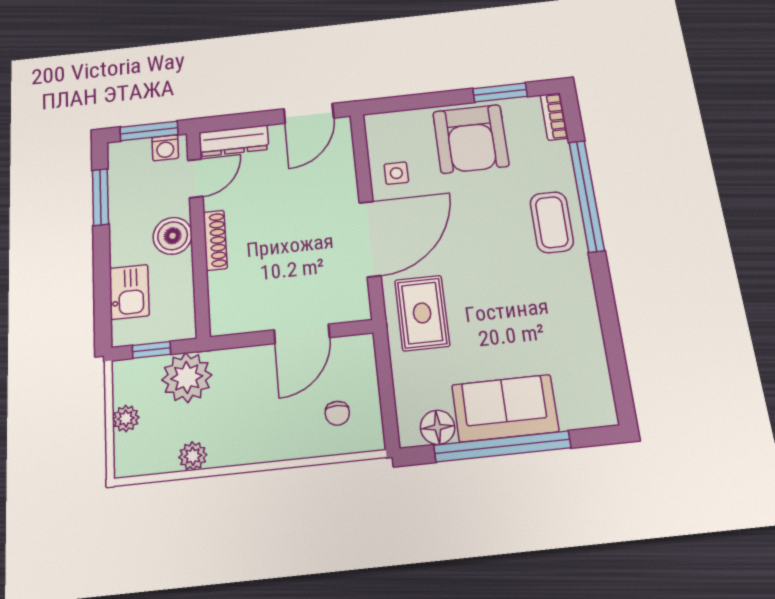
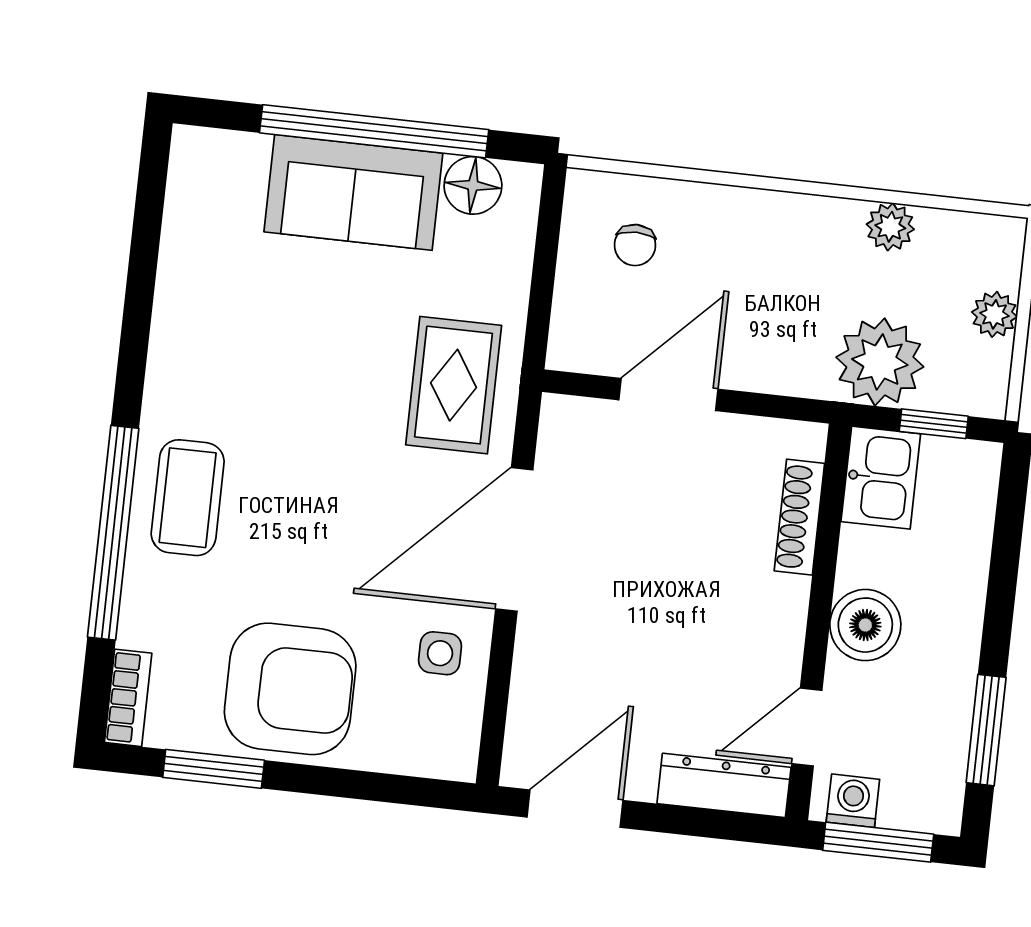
armchair: (471, 139) -> (290, 689), turned 90
shoe rack: (215, 240) -> (799, 517), moved
kitchen sink: (129, 292) -> (881, 478), moved, turned 180
chair: (337, 413) -> (635, 245), turned 180

